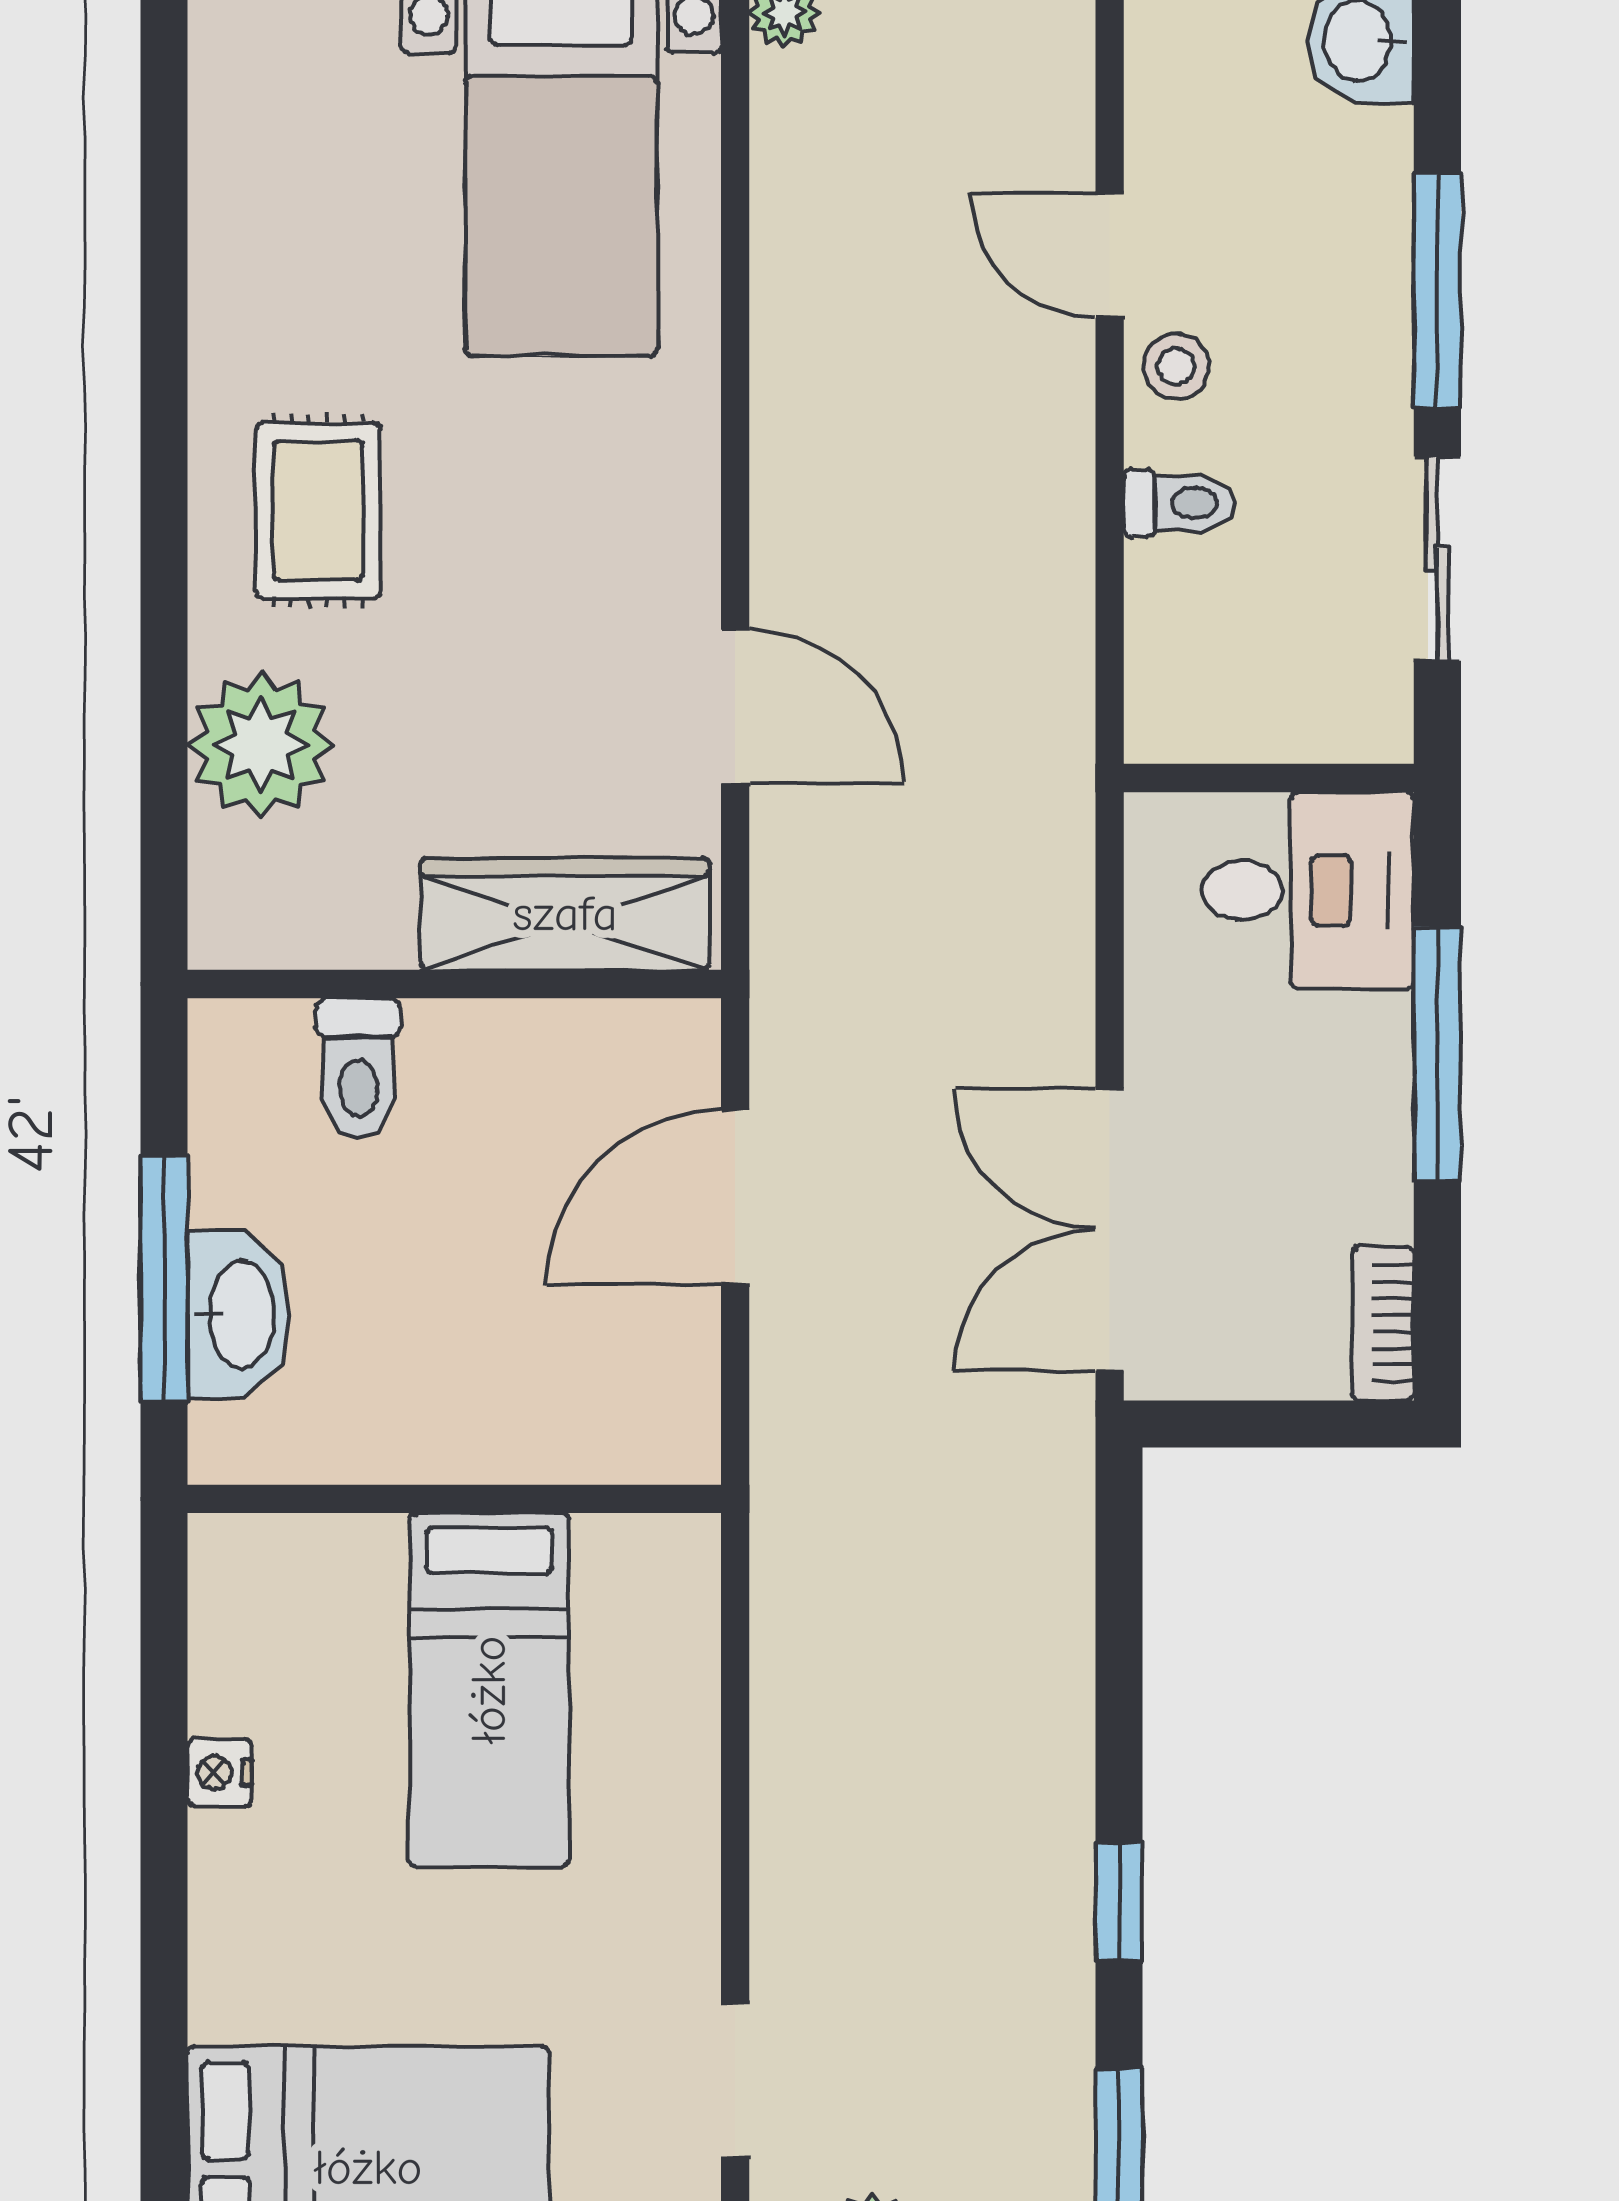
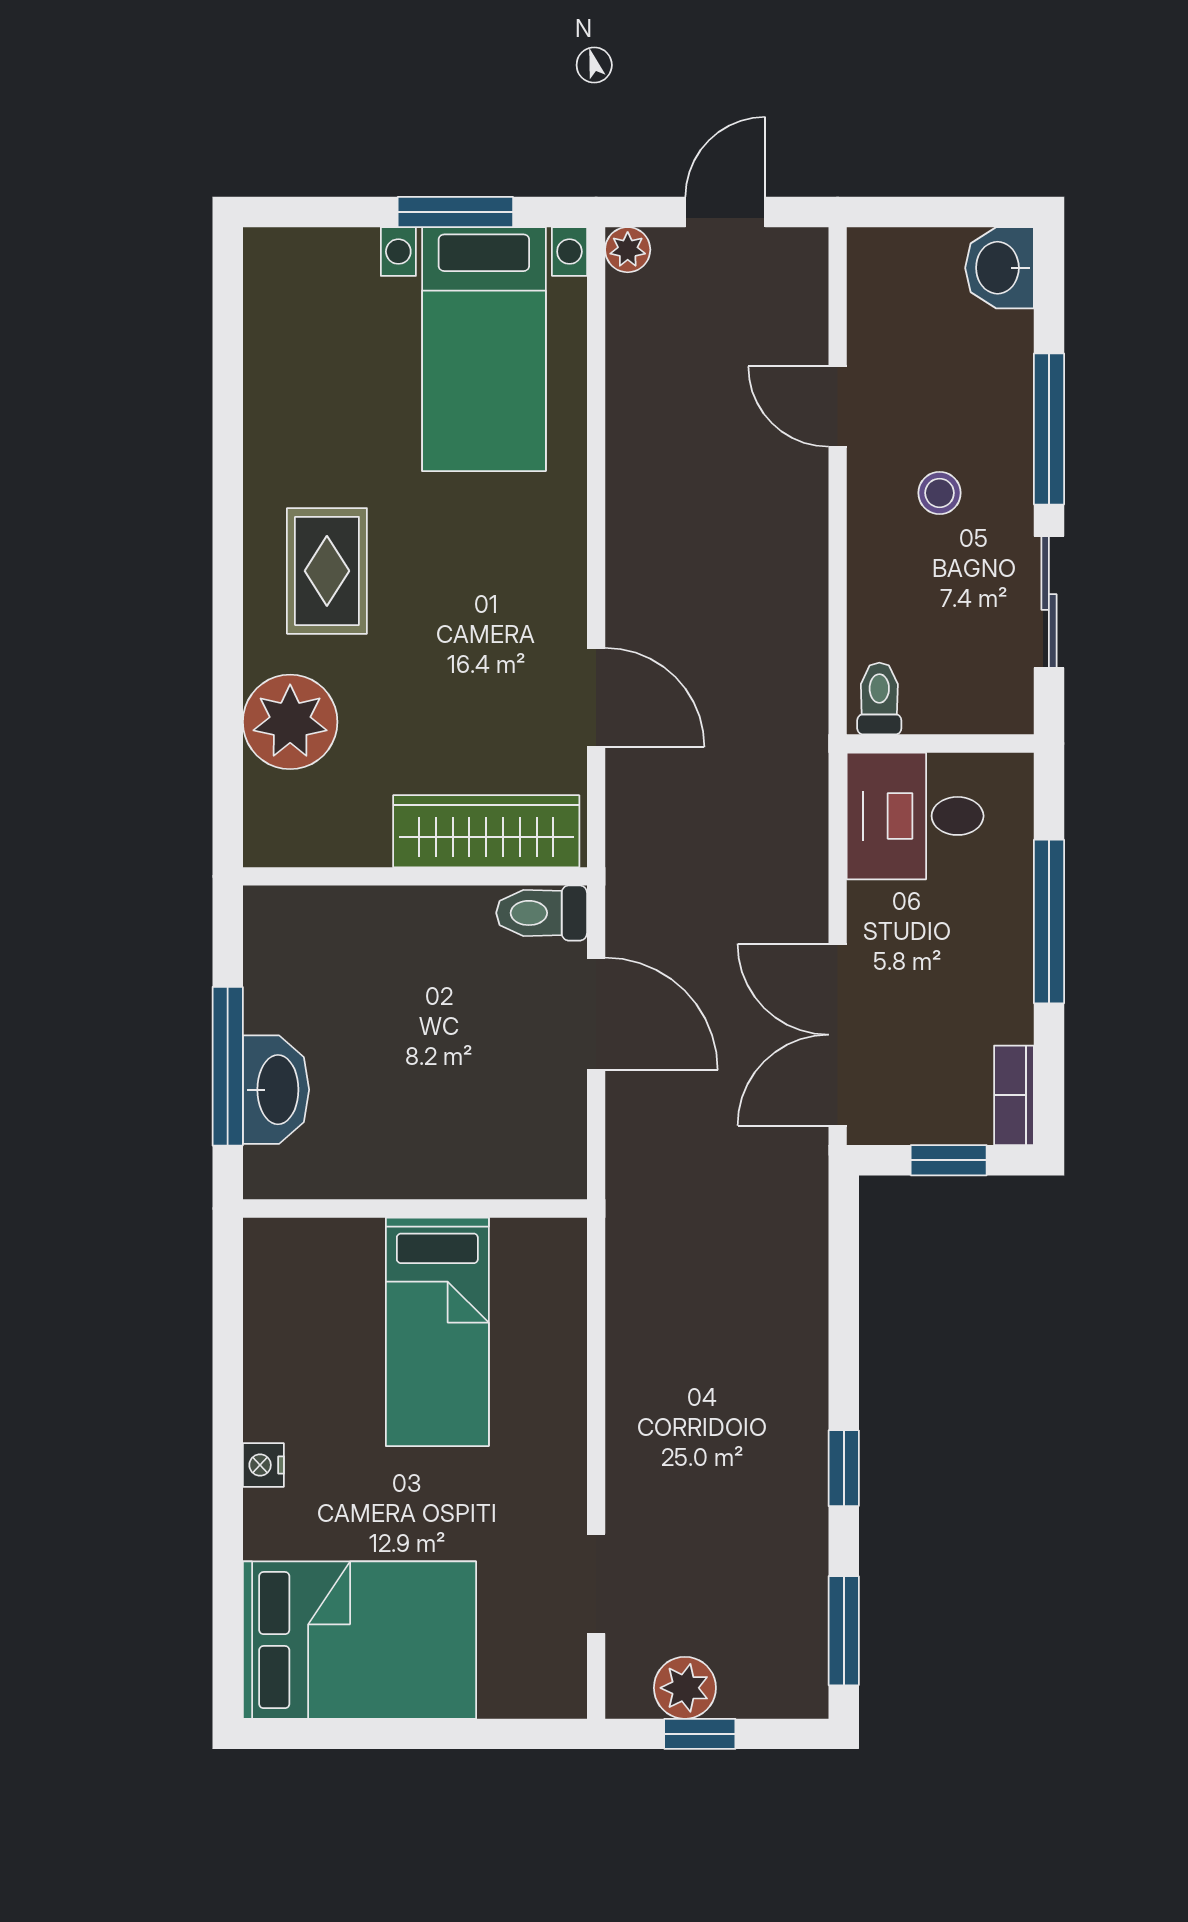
stool: (1176, 366) -> (940, 493), moved
toilet: (1179, 503) -> (879, 699), moved, turned -90
desk: (1308, 890) -> (915, 816), moved, turned 180
toilet: (358, 1069) -> (542, 913), moved, turned 90
door: (735, 1197) -> (596, 1014), swing flipped
window: (1282, 1424) -> (949, 1160), added
nightstand: (219, 1772) -> (263, 1465), moved

